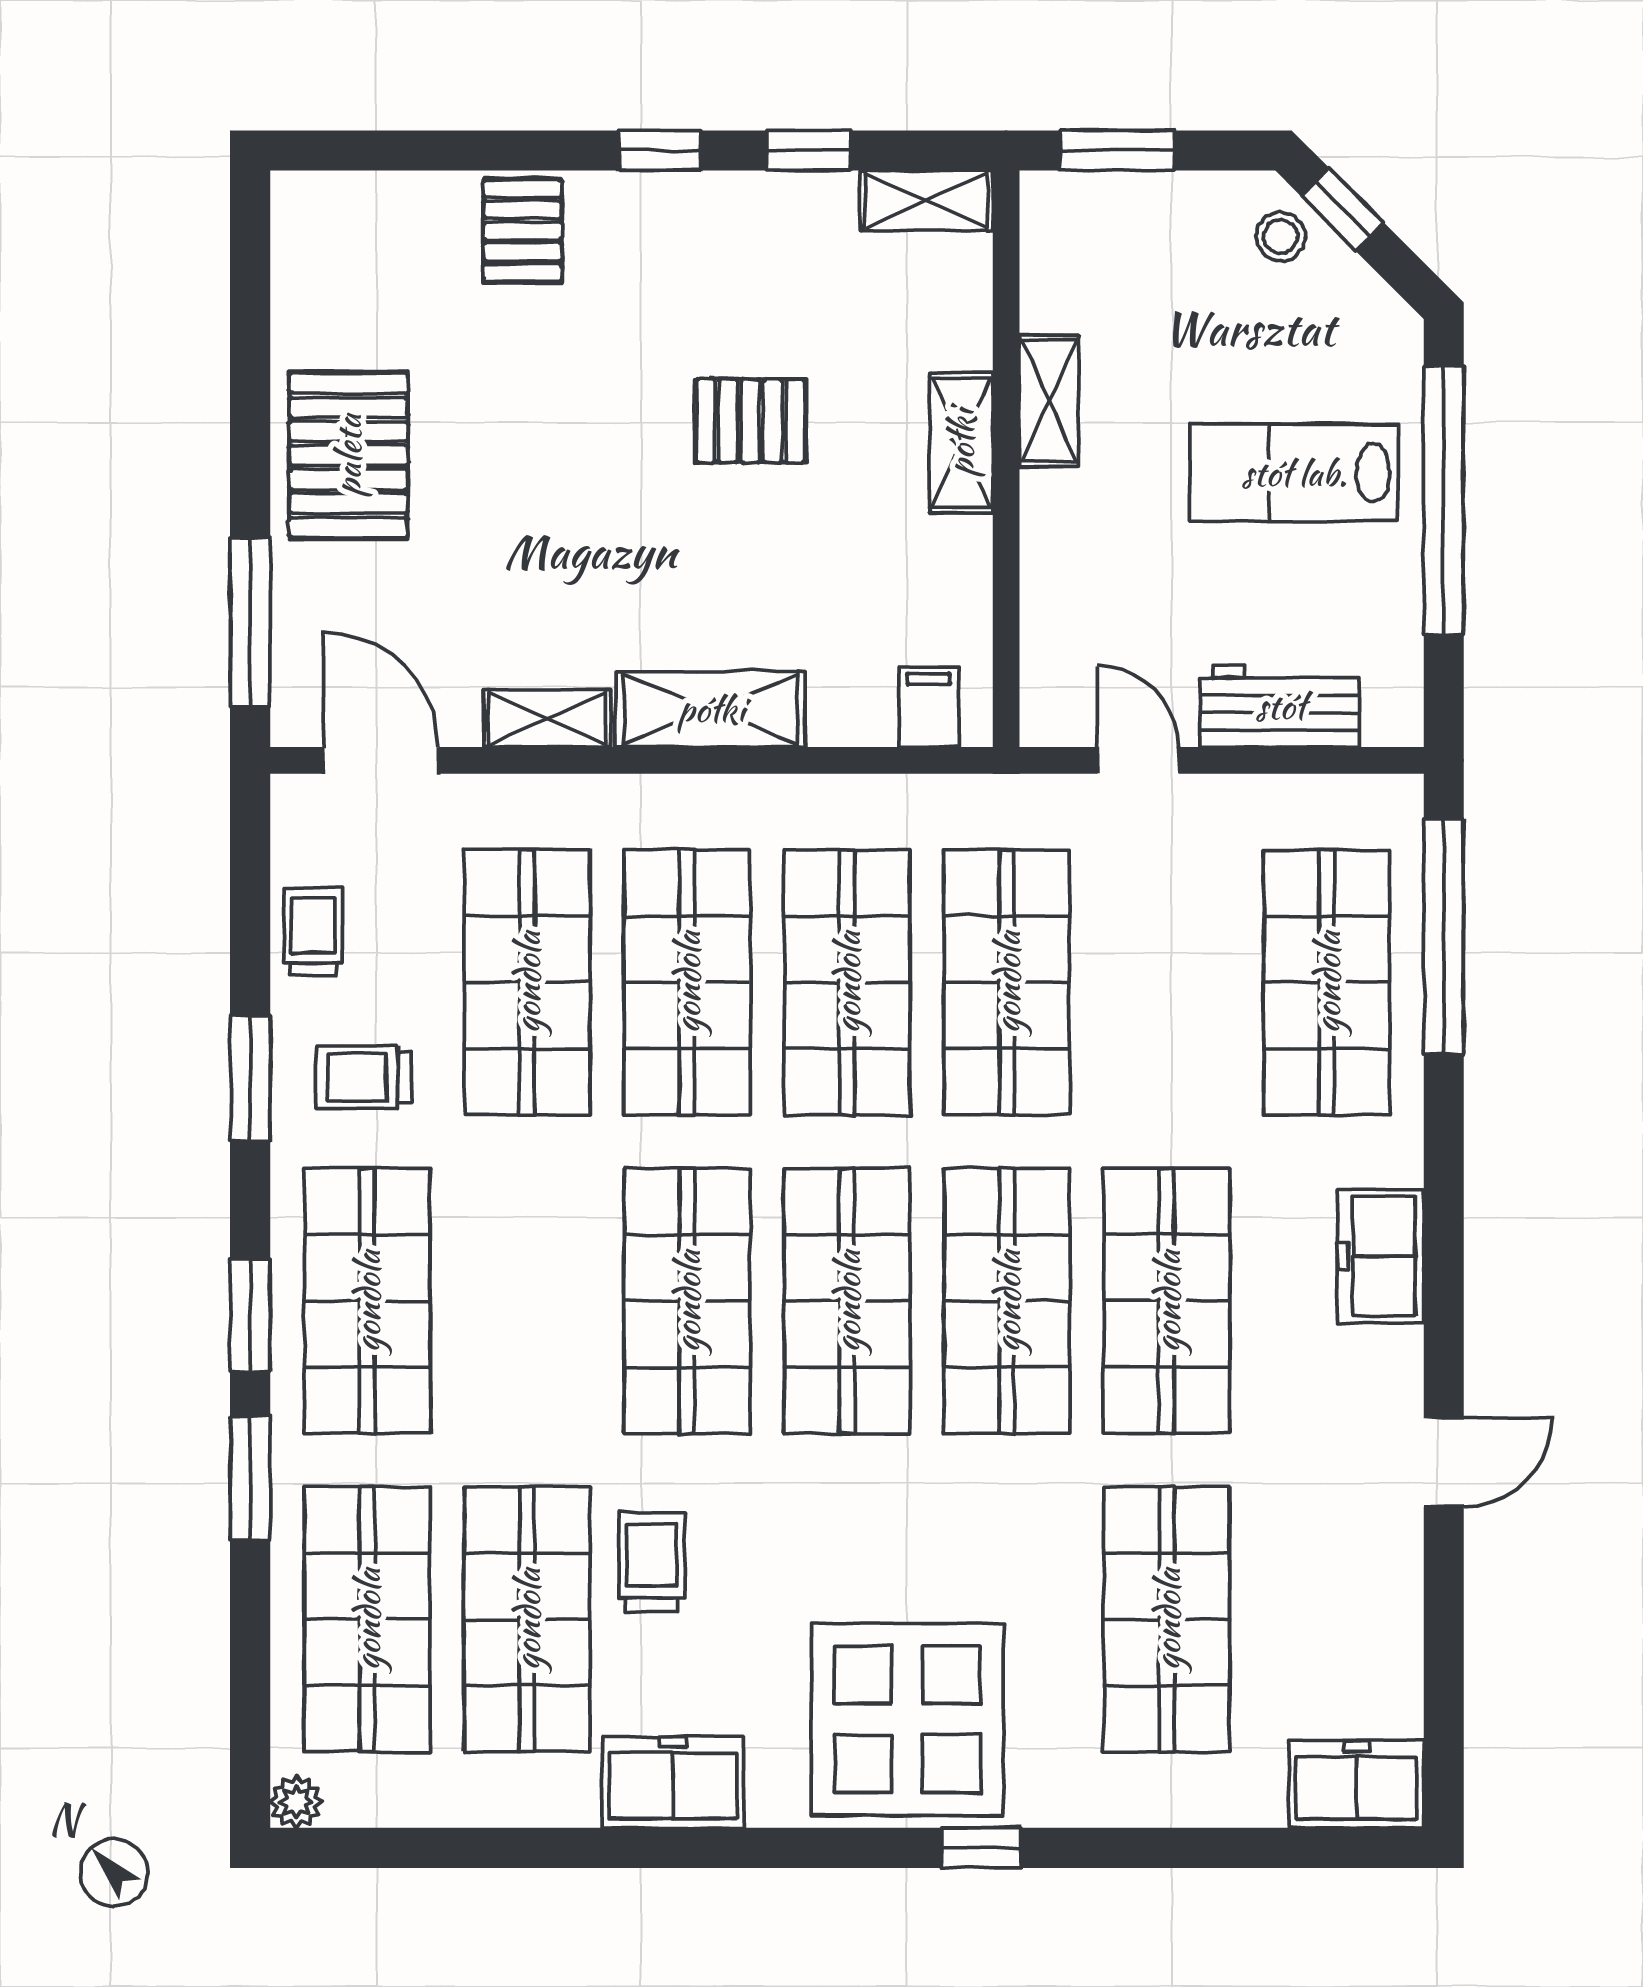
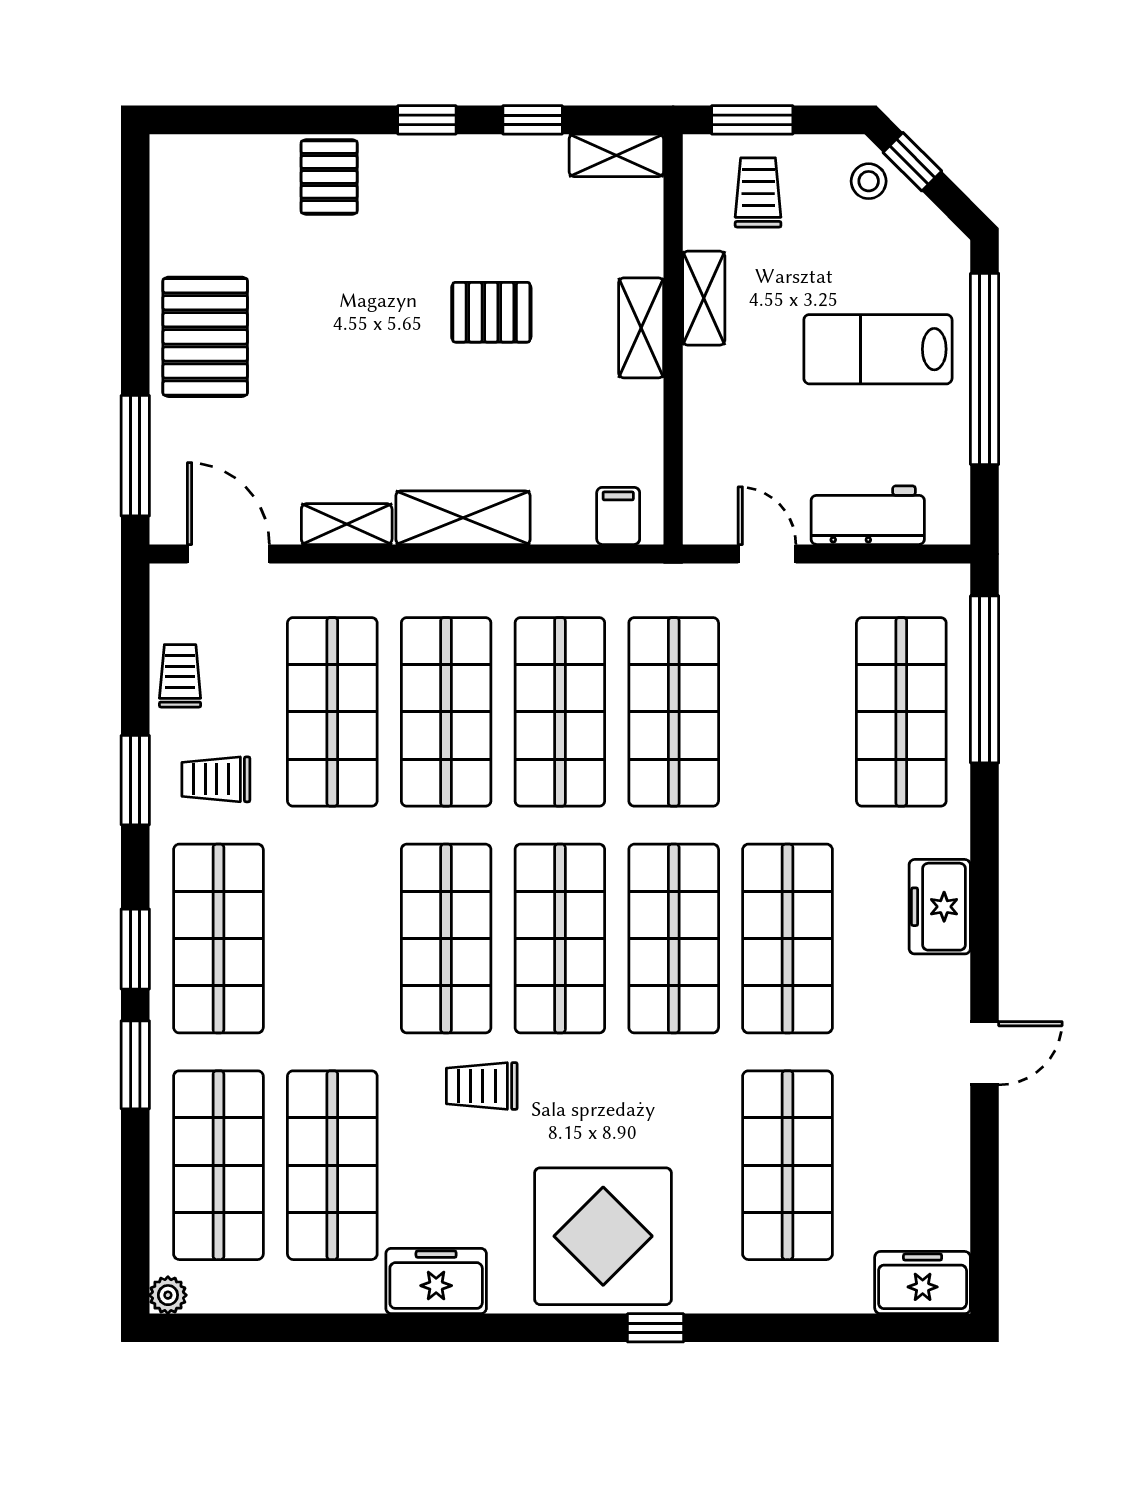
trolley: (1125, 252) -> (758, 192), added
trolley: (652, 1562) -> (482, 1086), moved, turned -90

